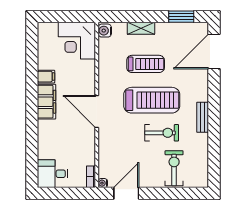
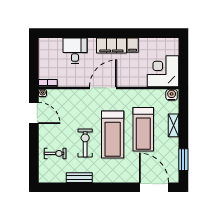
treadmill: (146, 64) -> (143, 129), width x1.37, depth x1.38
bench: (203, 117) -> (79, 178), moved
exercise bike: (162, 133) -> (85, 143), turned 180
exercise bike: (174, 168) -> (55, 153), width x0.73, depth x0.72
desk: (53, 174) -> (75, 51), moved

